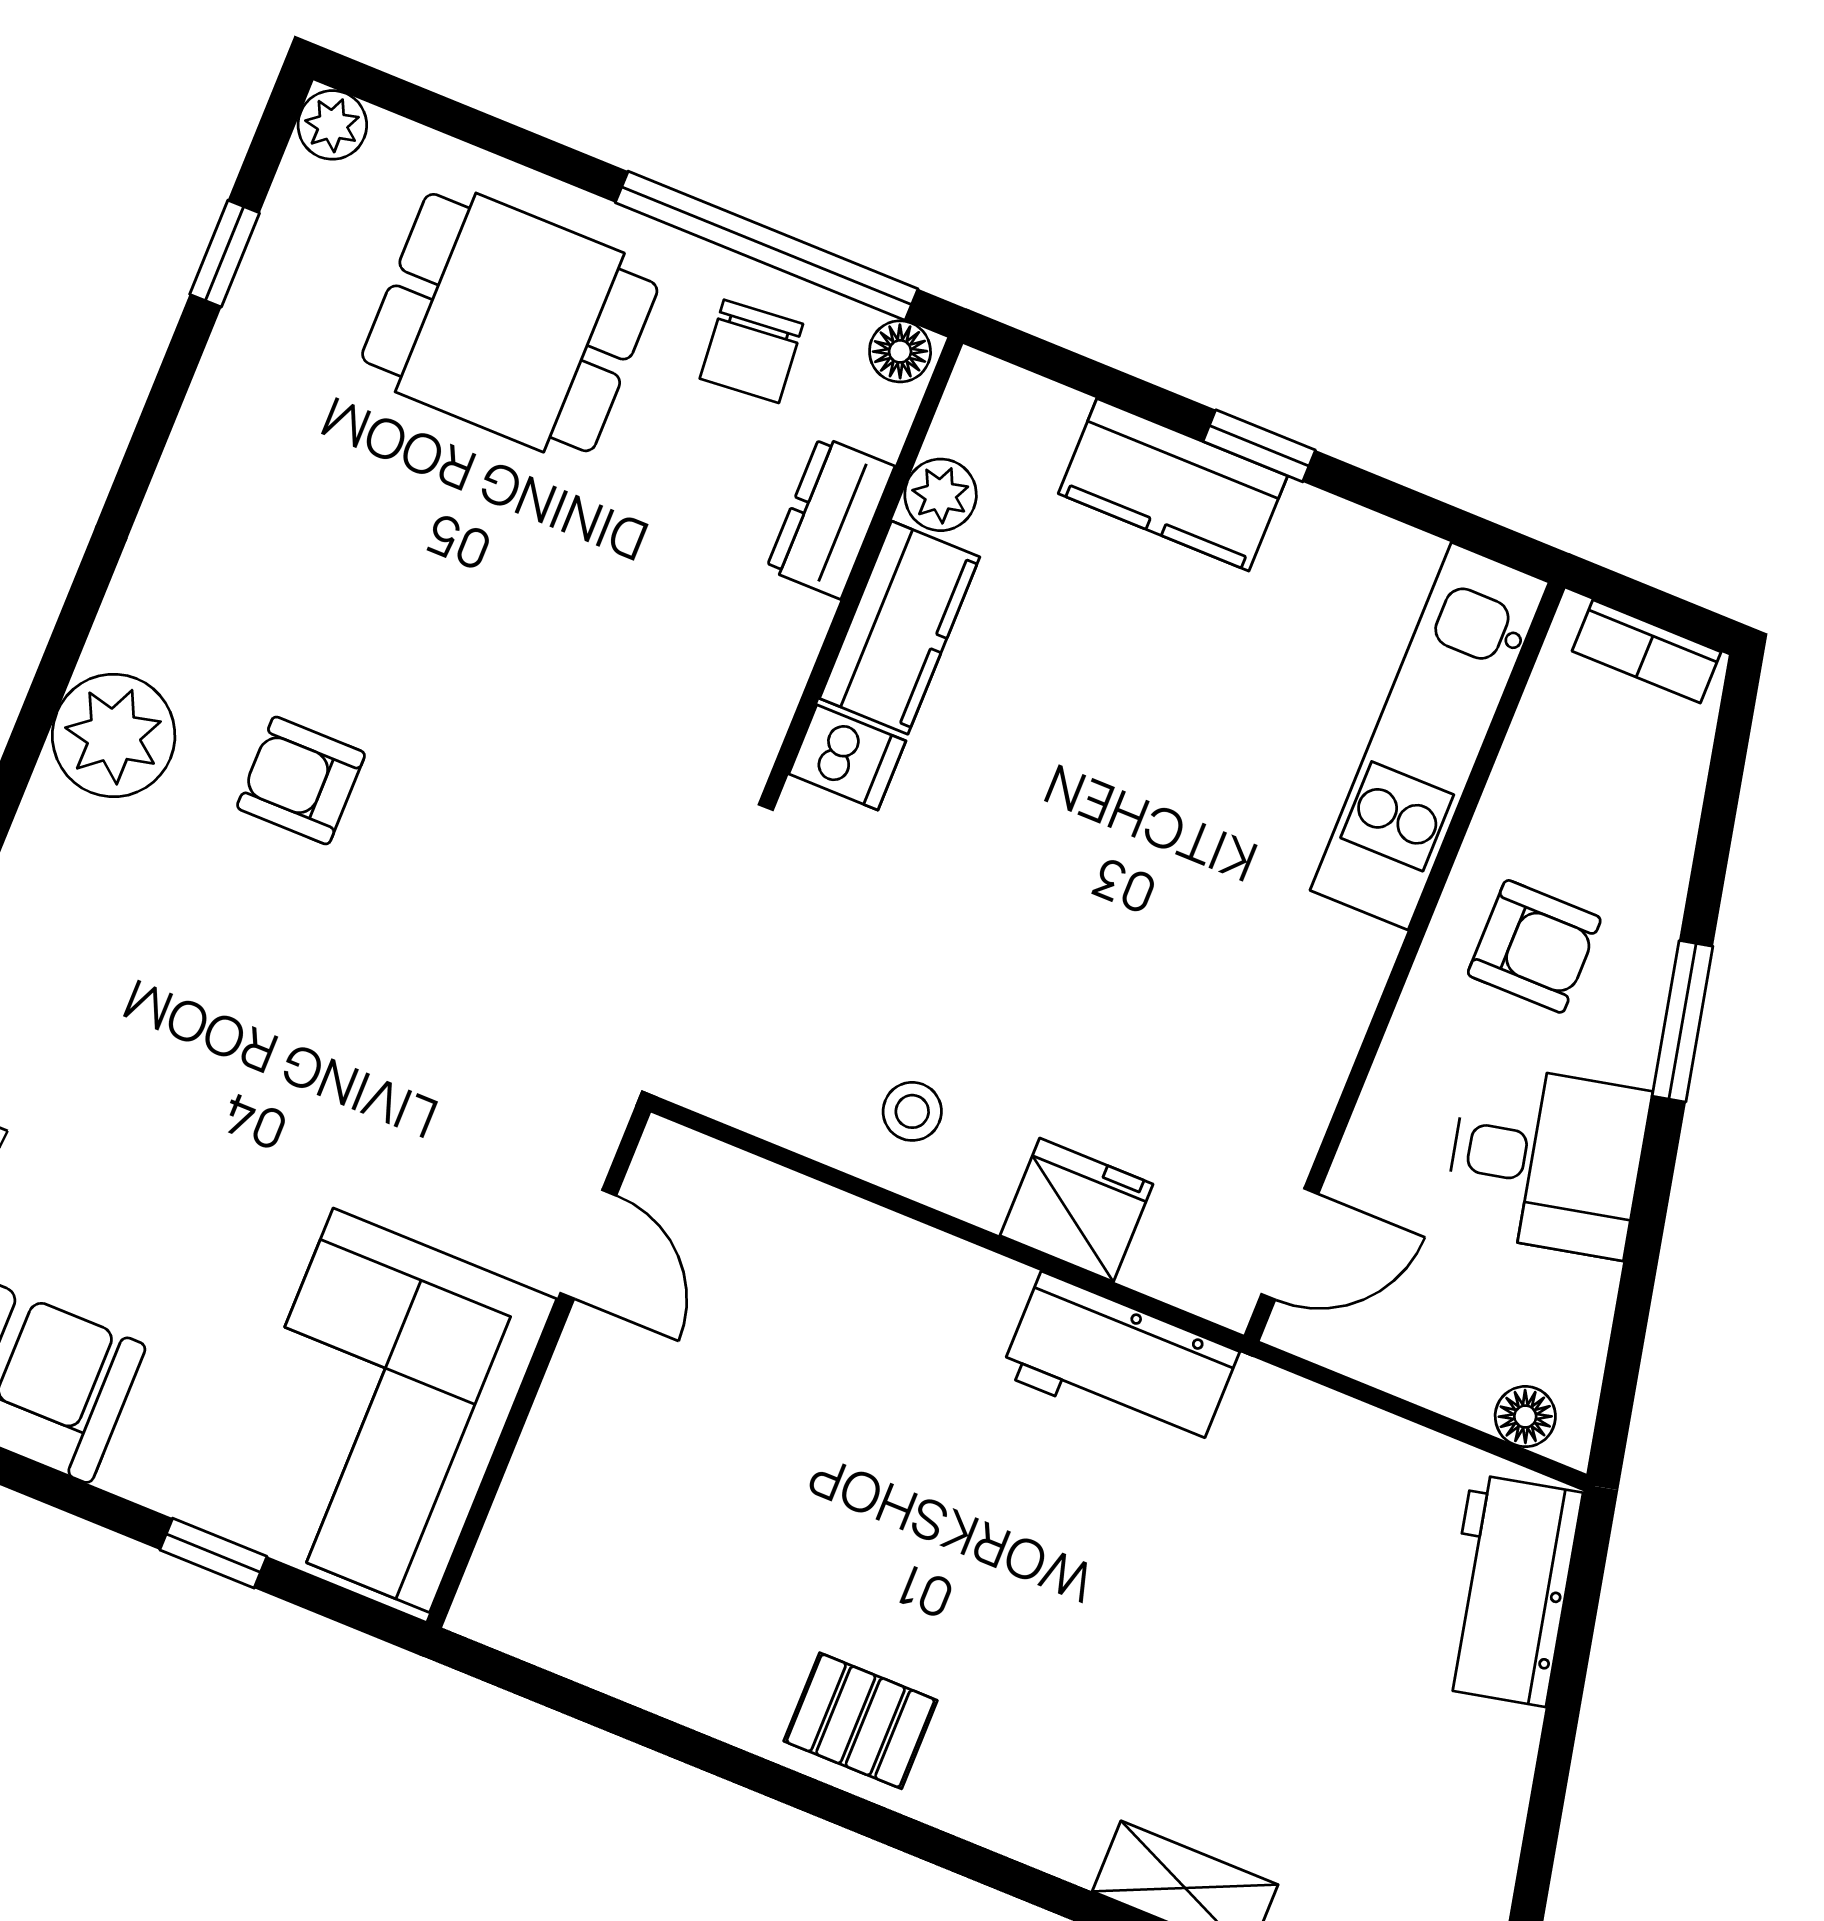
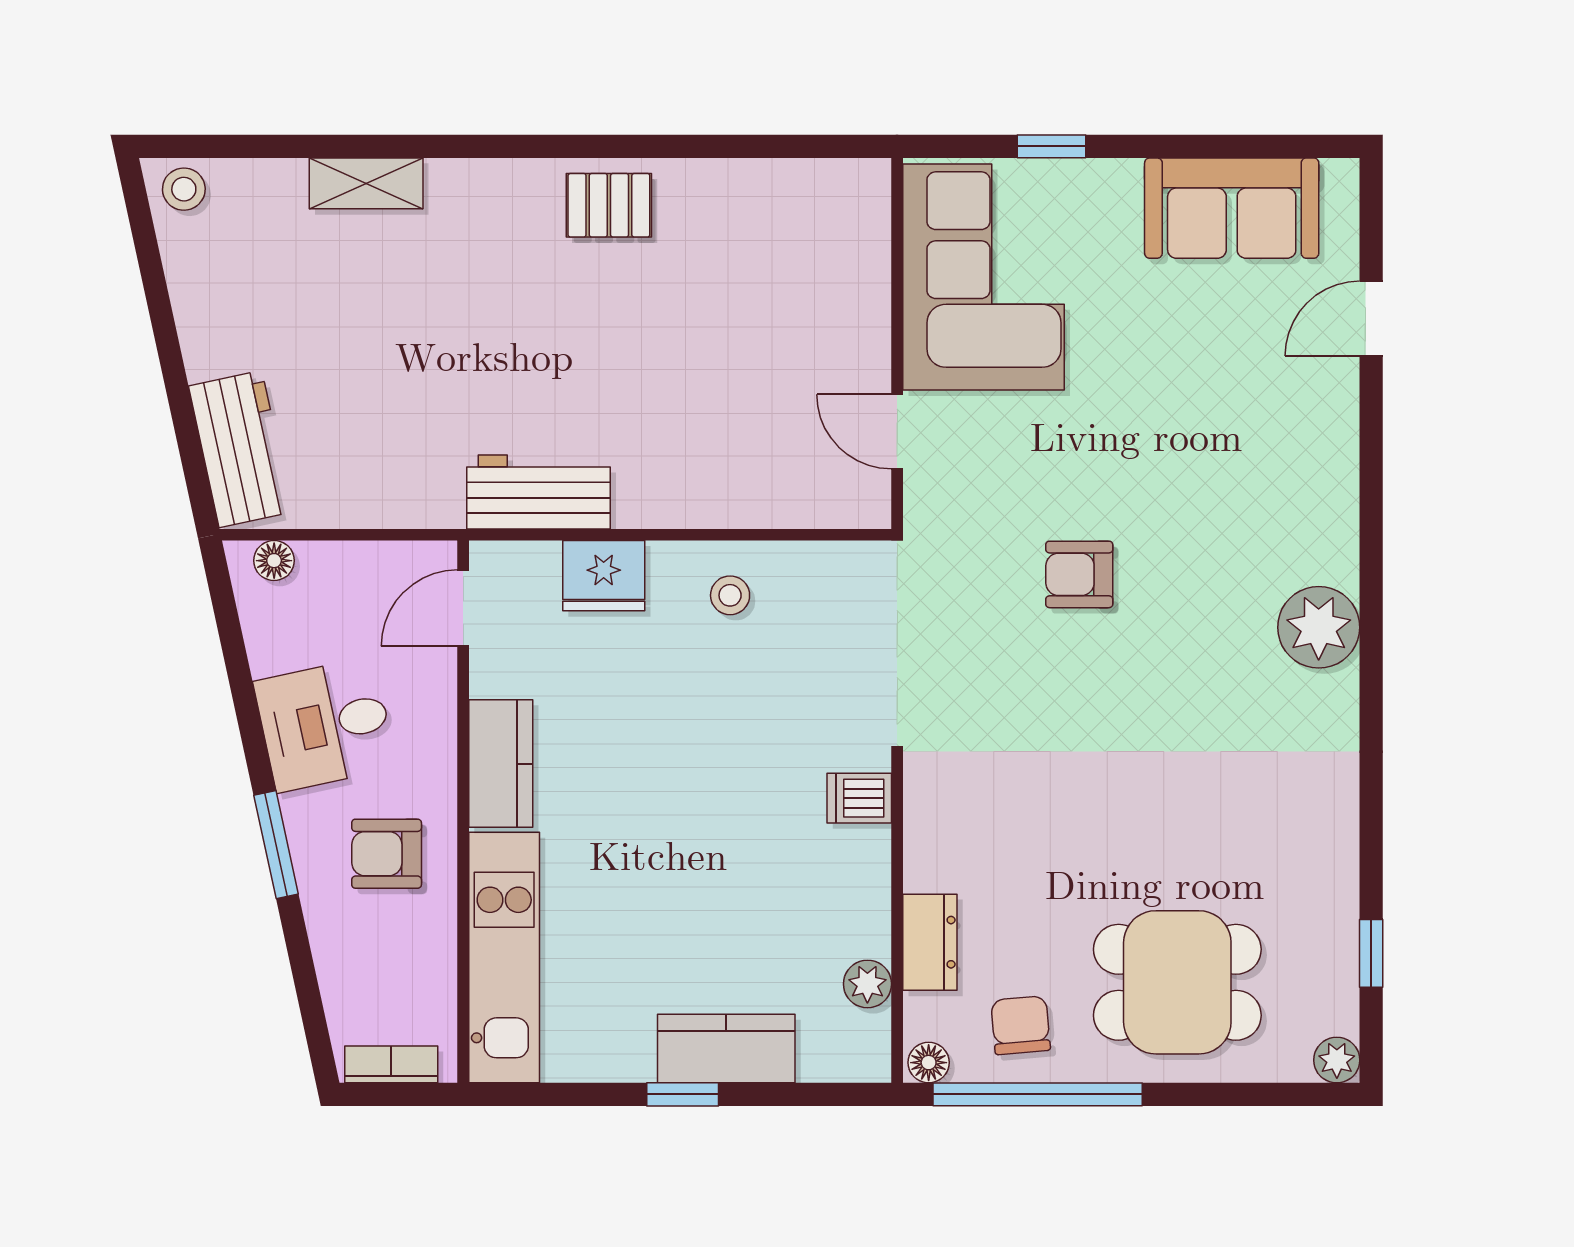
kitchen counter: (900, 628) -> (501, 764), moved, turned 180
armchair: (301, 780) -> (1079, 574), moved, turned 180

